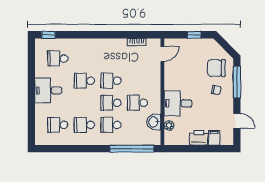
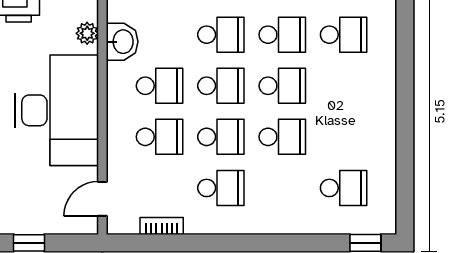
school desk: (111, 59) -> (221, 188), added
school desk: (138, 81) -> (160, 137), added
desk: (48, 90) -> (366, 114), removed
school desk: (84, 103) -> (282, 86), added
desk: (178, 103) -> (57, 110), width x1.87, depth x1.30

